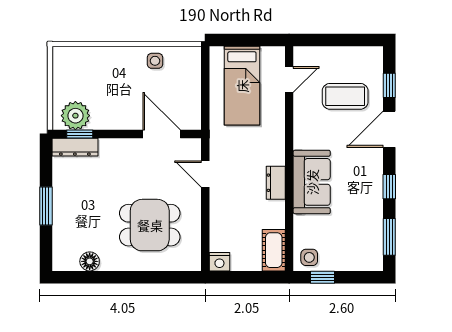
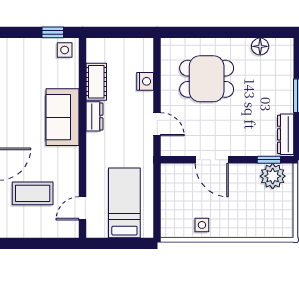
door: (162, 134) -> (212, 160), moved
dresser: (75, 147) -> (286, 134), moved, turned -90
cot: (274, 250) -> (96, 82), moved
nightstand: (219, 262) -> (145, 81), moved, turned 90

